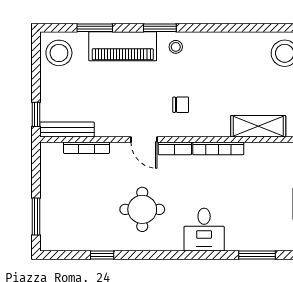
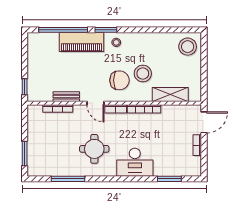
window: (95, 28) -> (63, 30), width x2.11
stool: (59, 53) -> (143, 74), moved
chair: (181, 105) -> (119, 80), width x1.87, depth x1.87
bench: (67, 130) -> (66, 97), moved, width x0.73
desk: (204, 230) -> (135, 162), width x1.37
window: (102, 255) -> (68, 179), width x2.17

